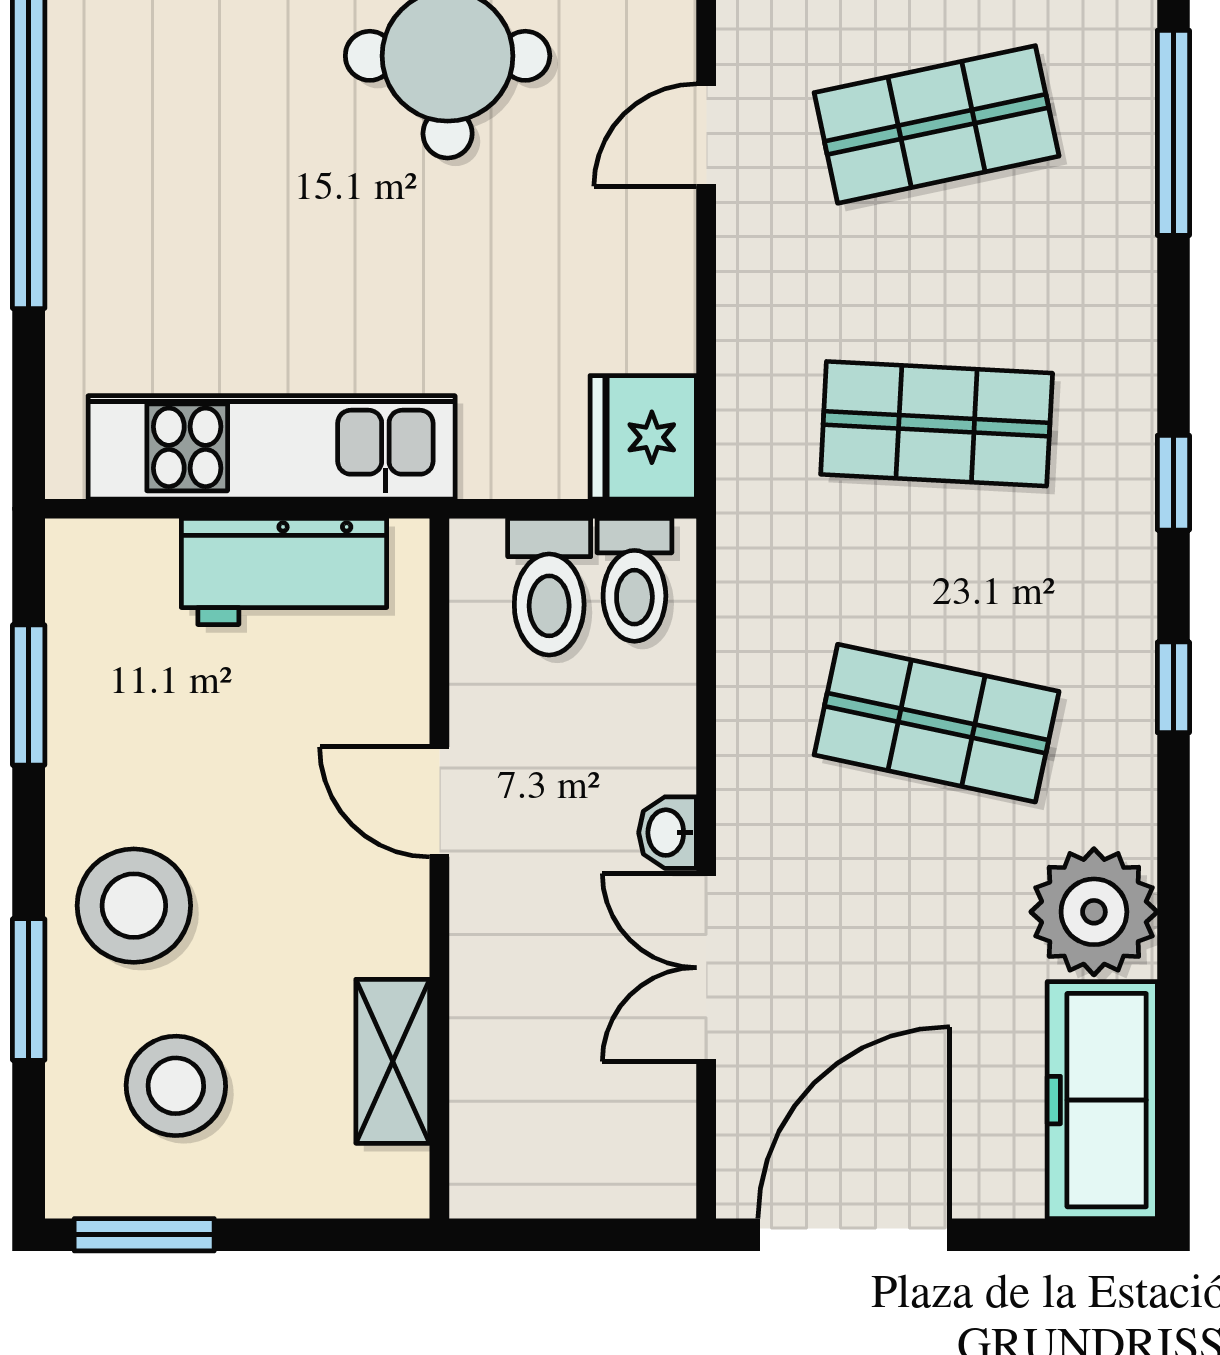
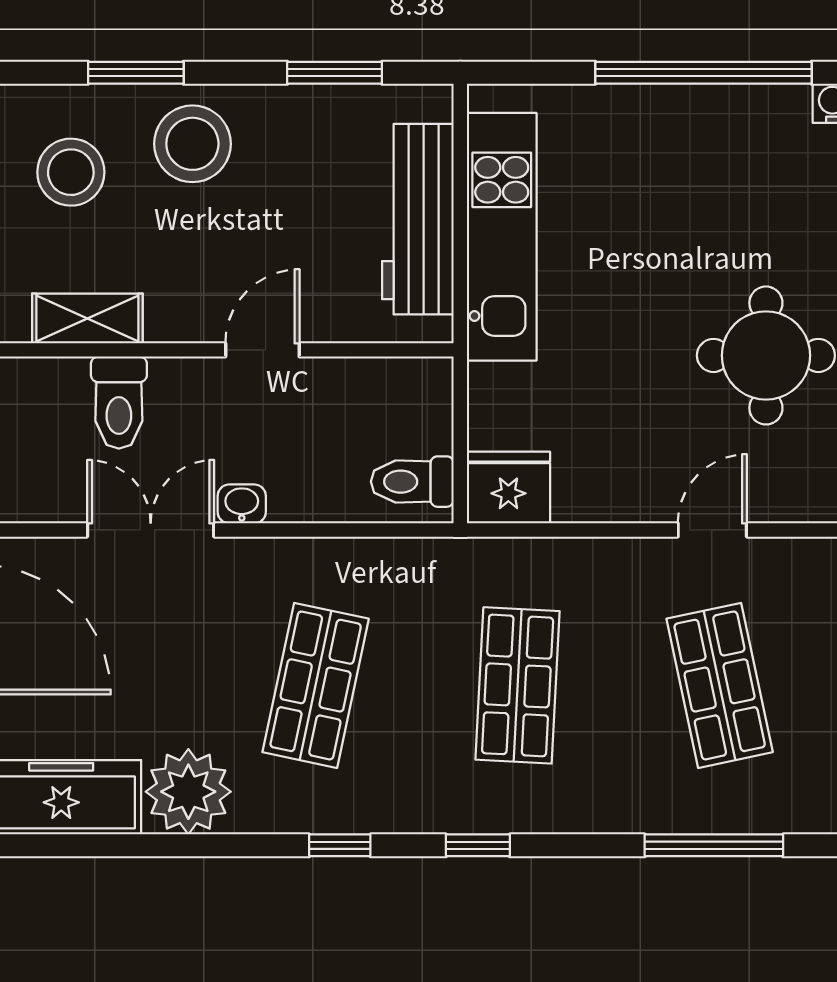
door: (706, 135) -> (712, 530), hinge flipped
workbench: (284, 572) -> (418, 219), width x1.38
toilet: (549, 587) -> (119, 403), moved, turned -90

